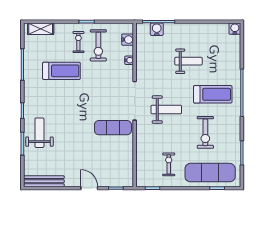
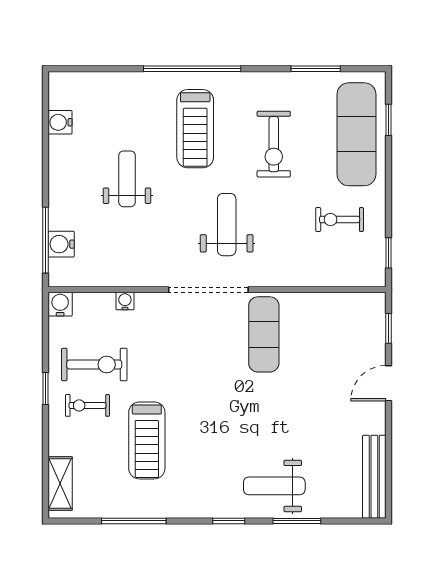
water cooler: (235, 29) -> (60, 122), moved
water cooler: (128, 40) -> (60, 304), moved
treadmill: (61, 71) -> (147, 440), turned 180
treadmill: (213, 94) -> (195, 129), turned 180
exercise bike: (205, 132) -> (274, 144), turned 90

